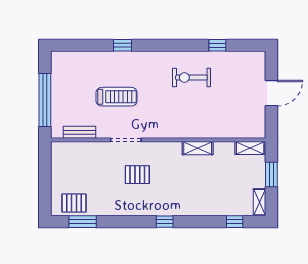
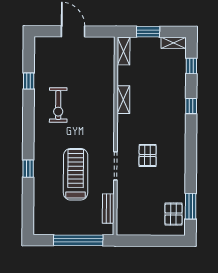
treadmill: (117, 97) -> (76, 174), width x1.37, depth x1.38
window: (165, 222) -> (191, 106), moved

